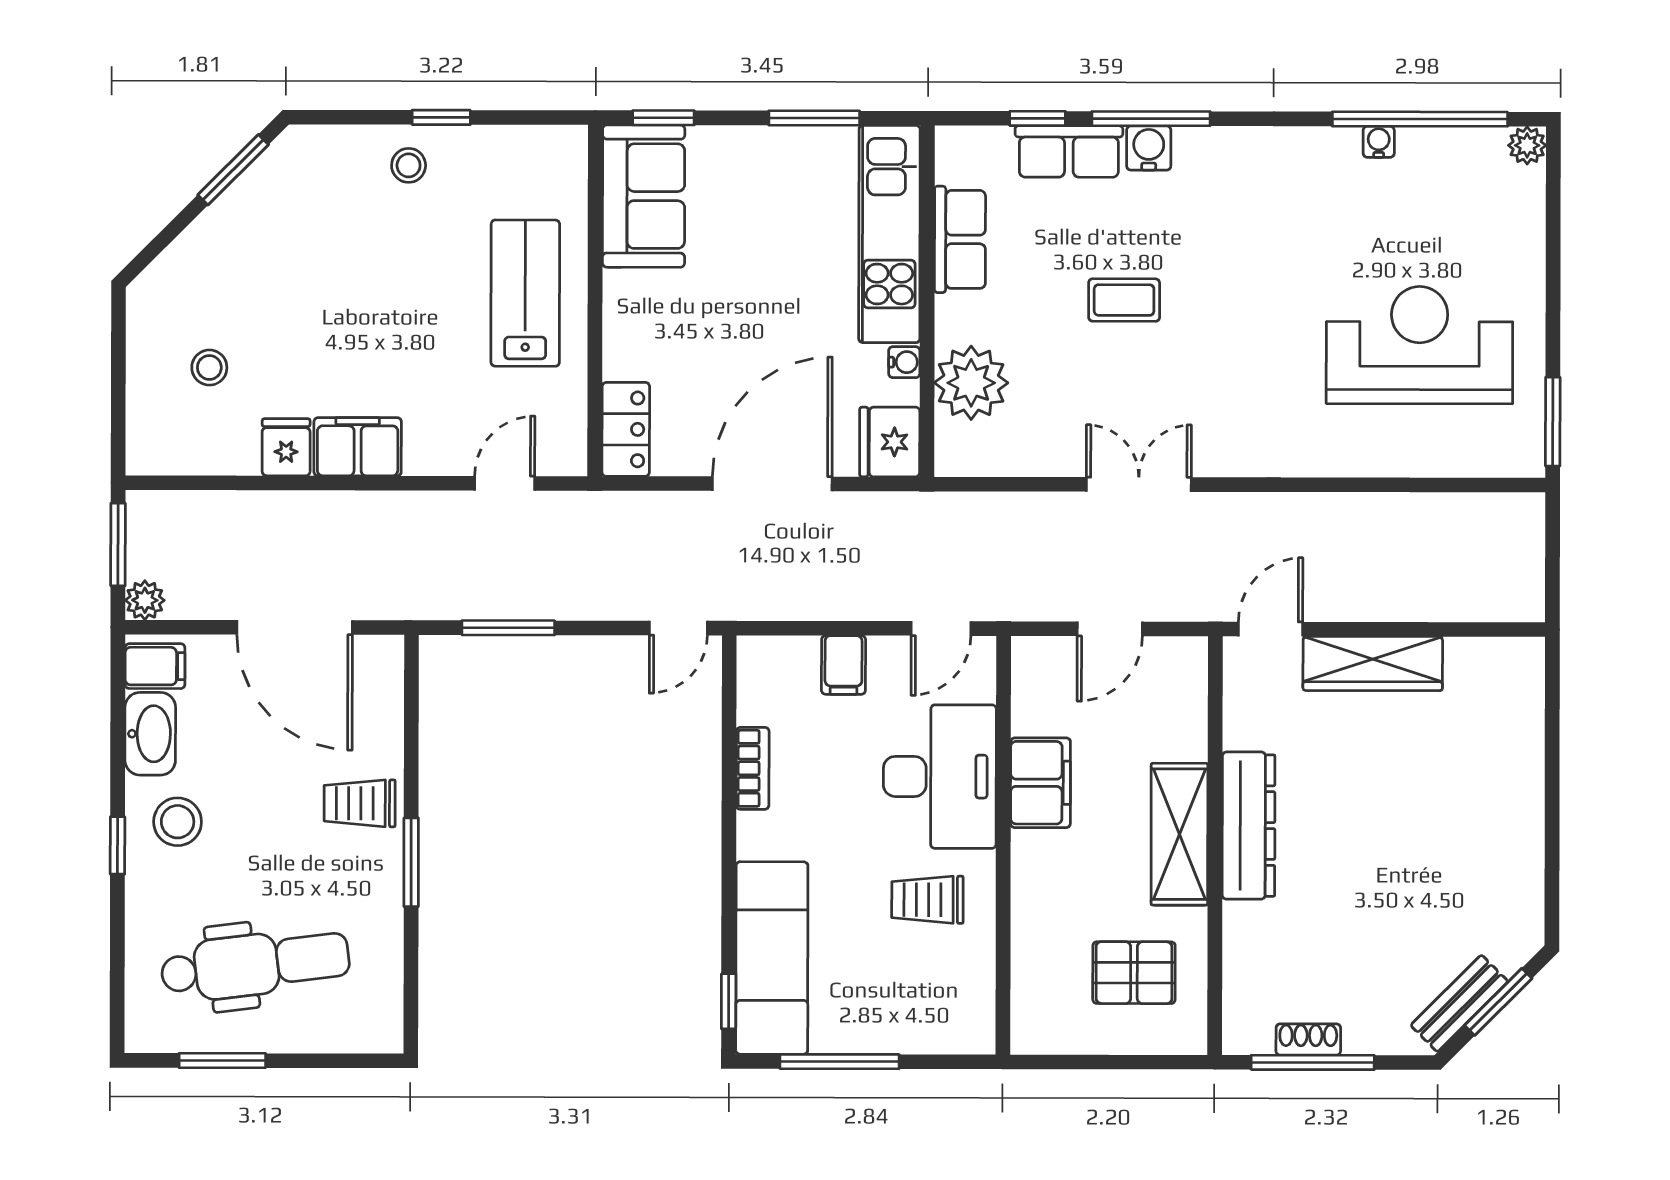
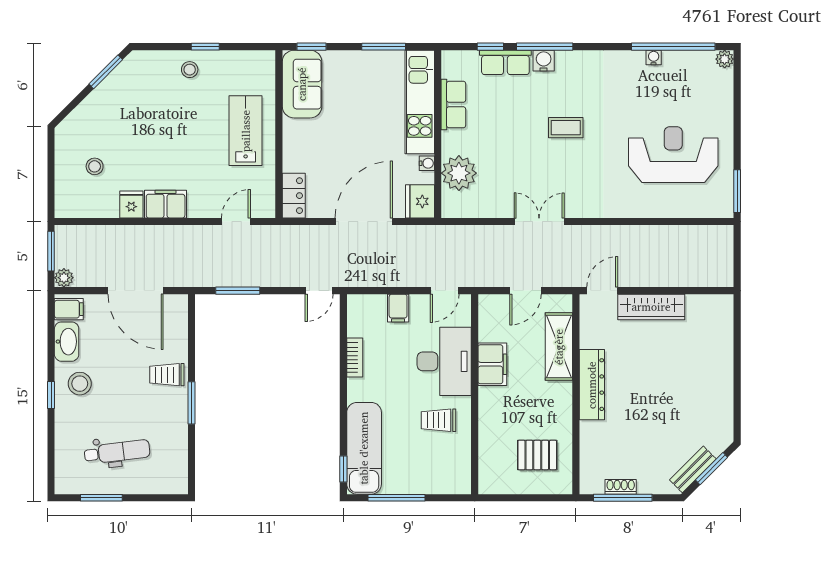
coffee table: (1124, 300) -> (566, 128), moved
shelving: (1179, 834) -> (559, 347), moved
dental chair: (255, 964) -> (117, 452), width x0.73, depth x0.72

